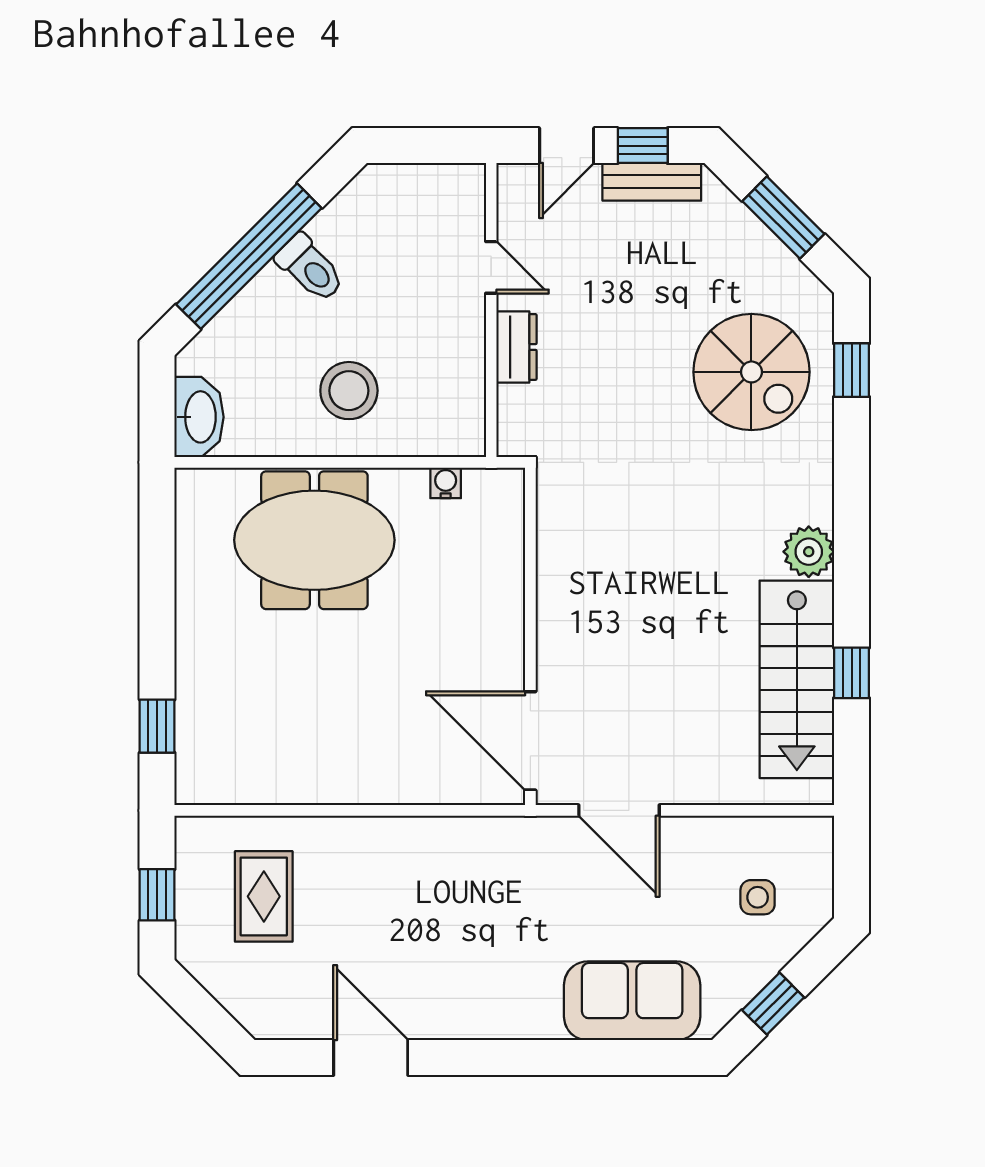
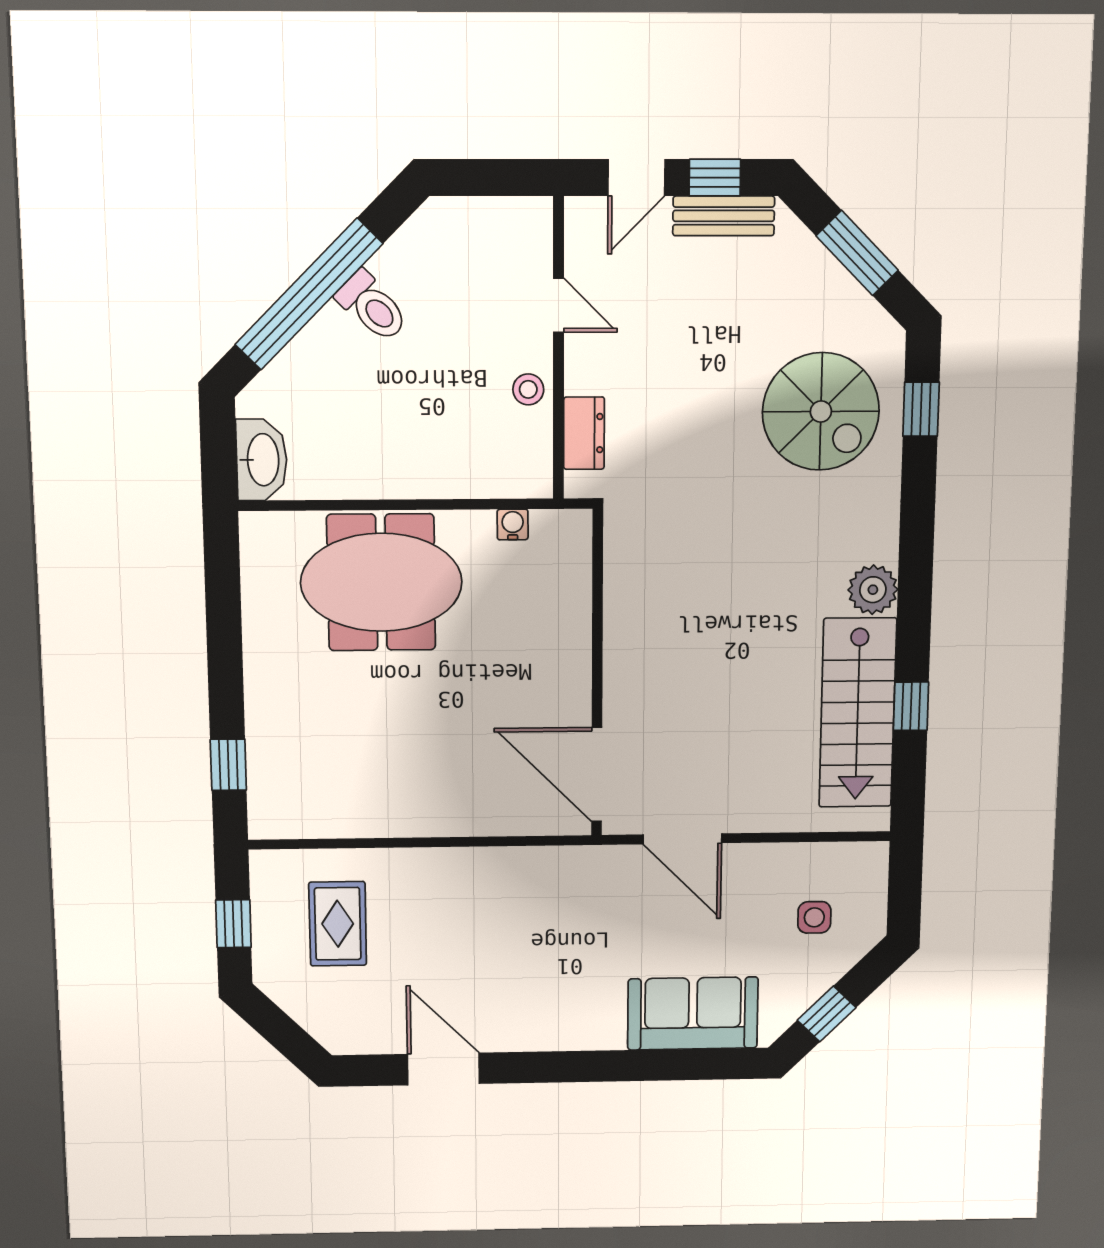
dresser: (517, 347) -> (584, 433), moved
stool: (349, 391) -> (528, 389), moved, width x0.53, depth x0.53

